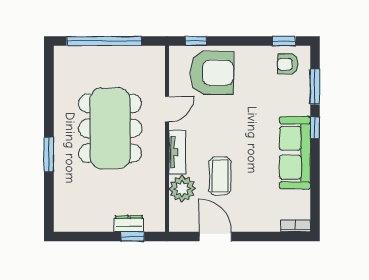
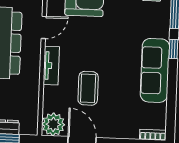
plant: (182, 189) -> (53, 124), moved

